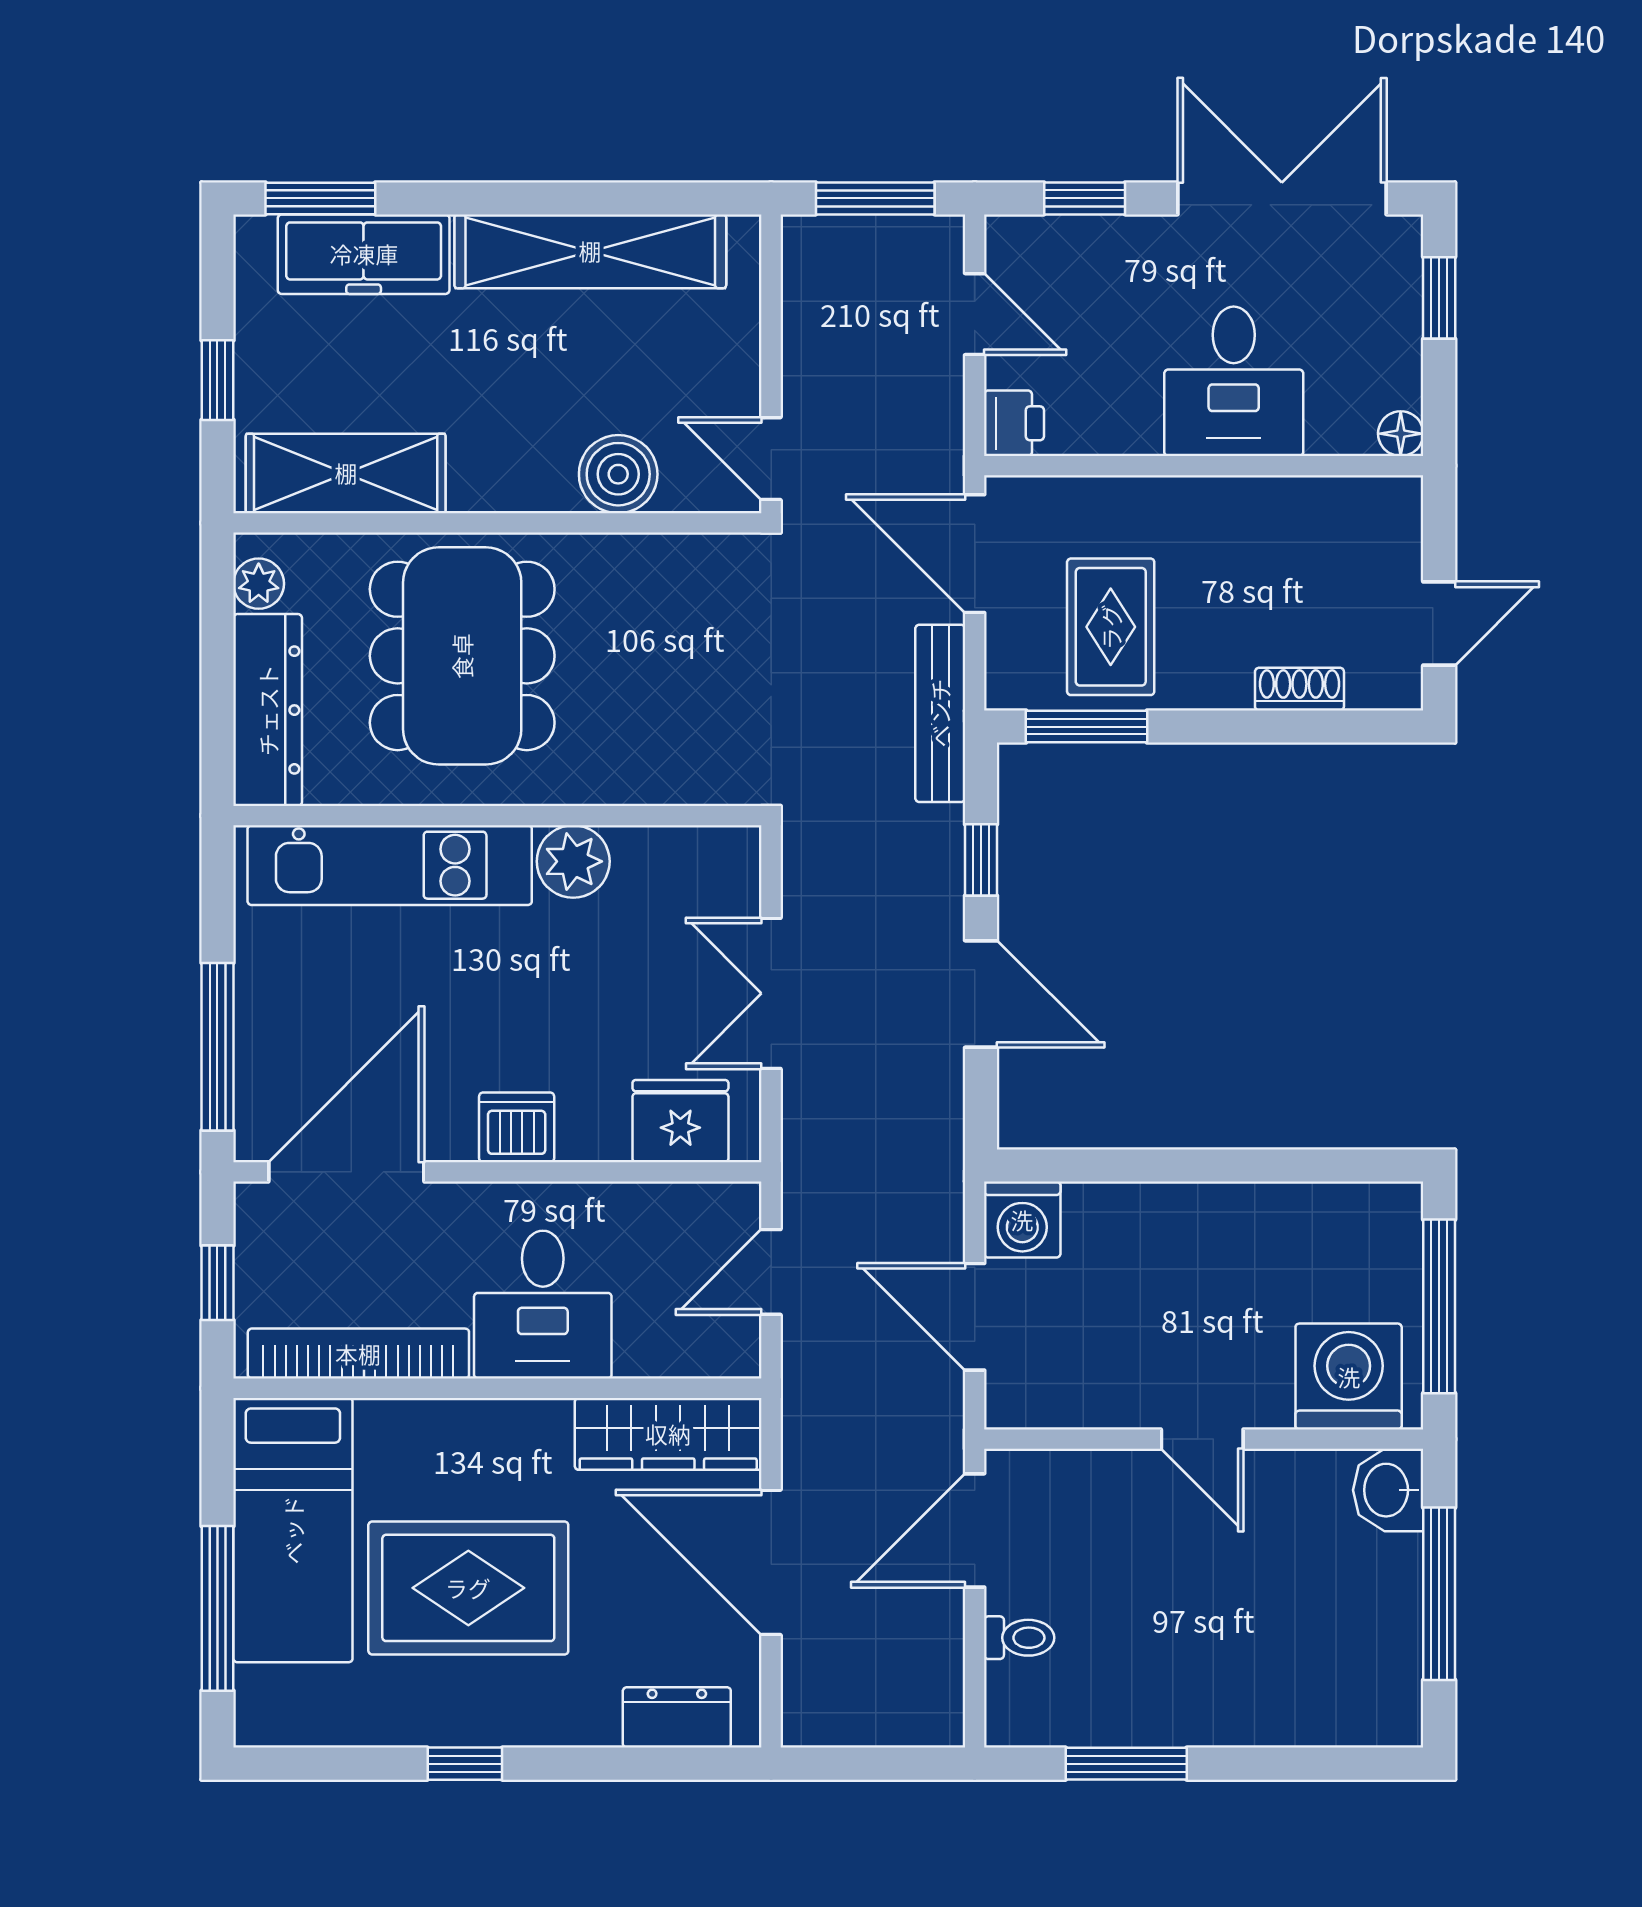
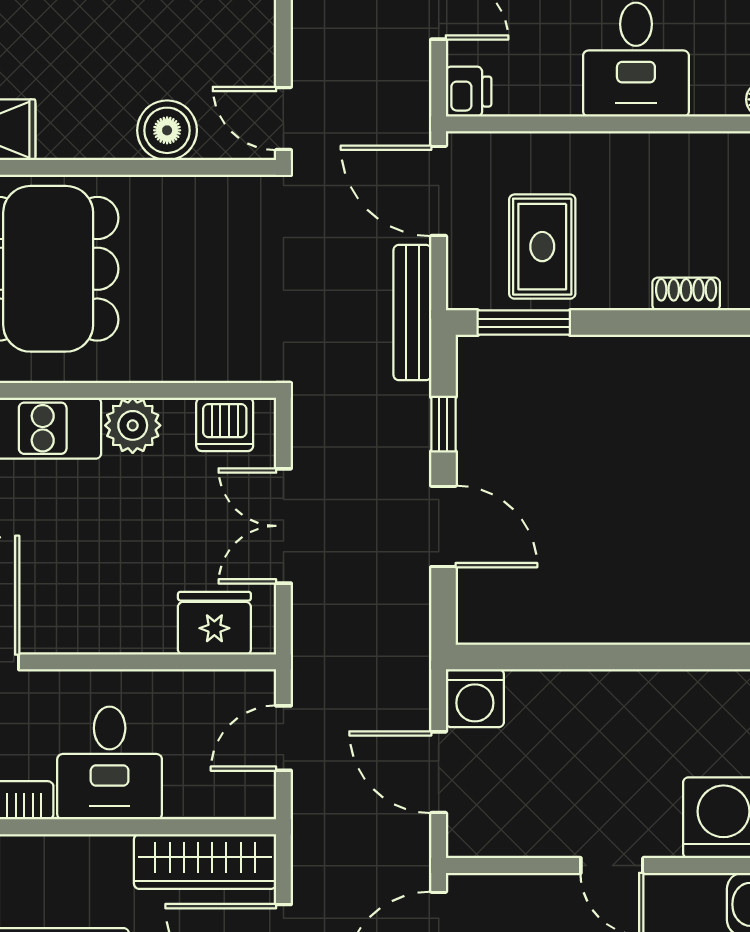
dishwasher: (517, 1127) -> (225, 424), moved, turned 180

